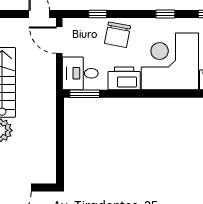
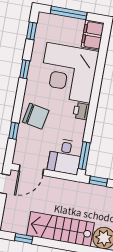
printer: (124, 78) -> (81, 111), width x0.53, depth x0.68
window: (60, 114) -> (98, 181), added

